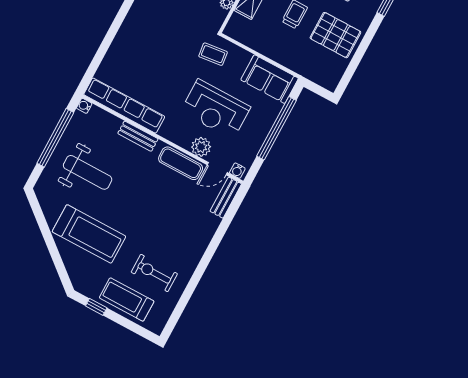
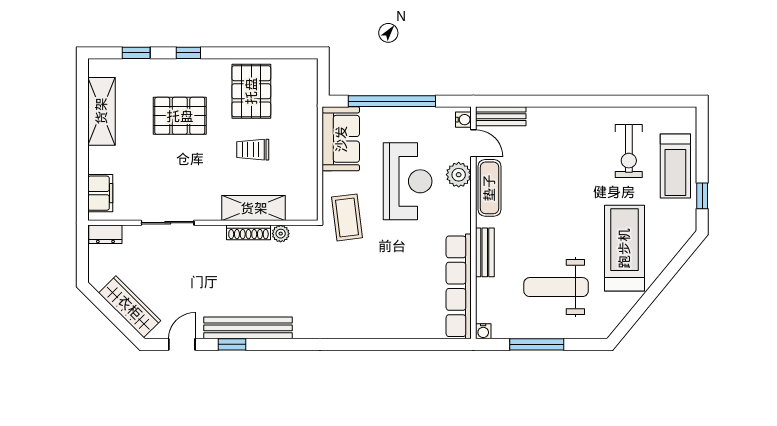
coffee table: (213, 54) -> (347, 217), width x1.36, depth x1.30
window: (55, 138) -> (537, 344), width x0.68
weight bench: (88, 172) -> (556, 287), turned -90

